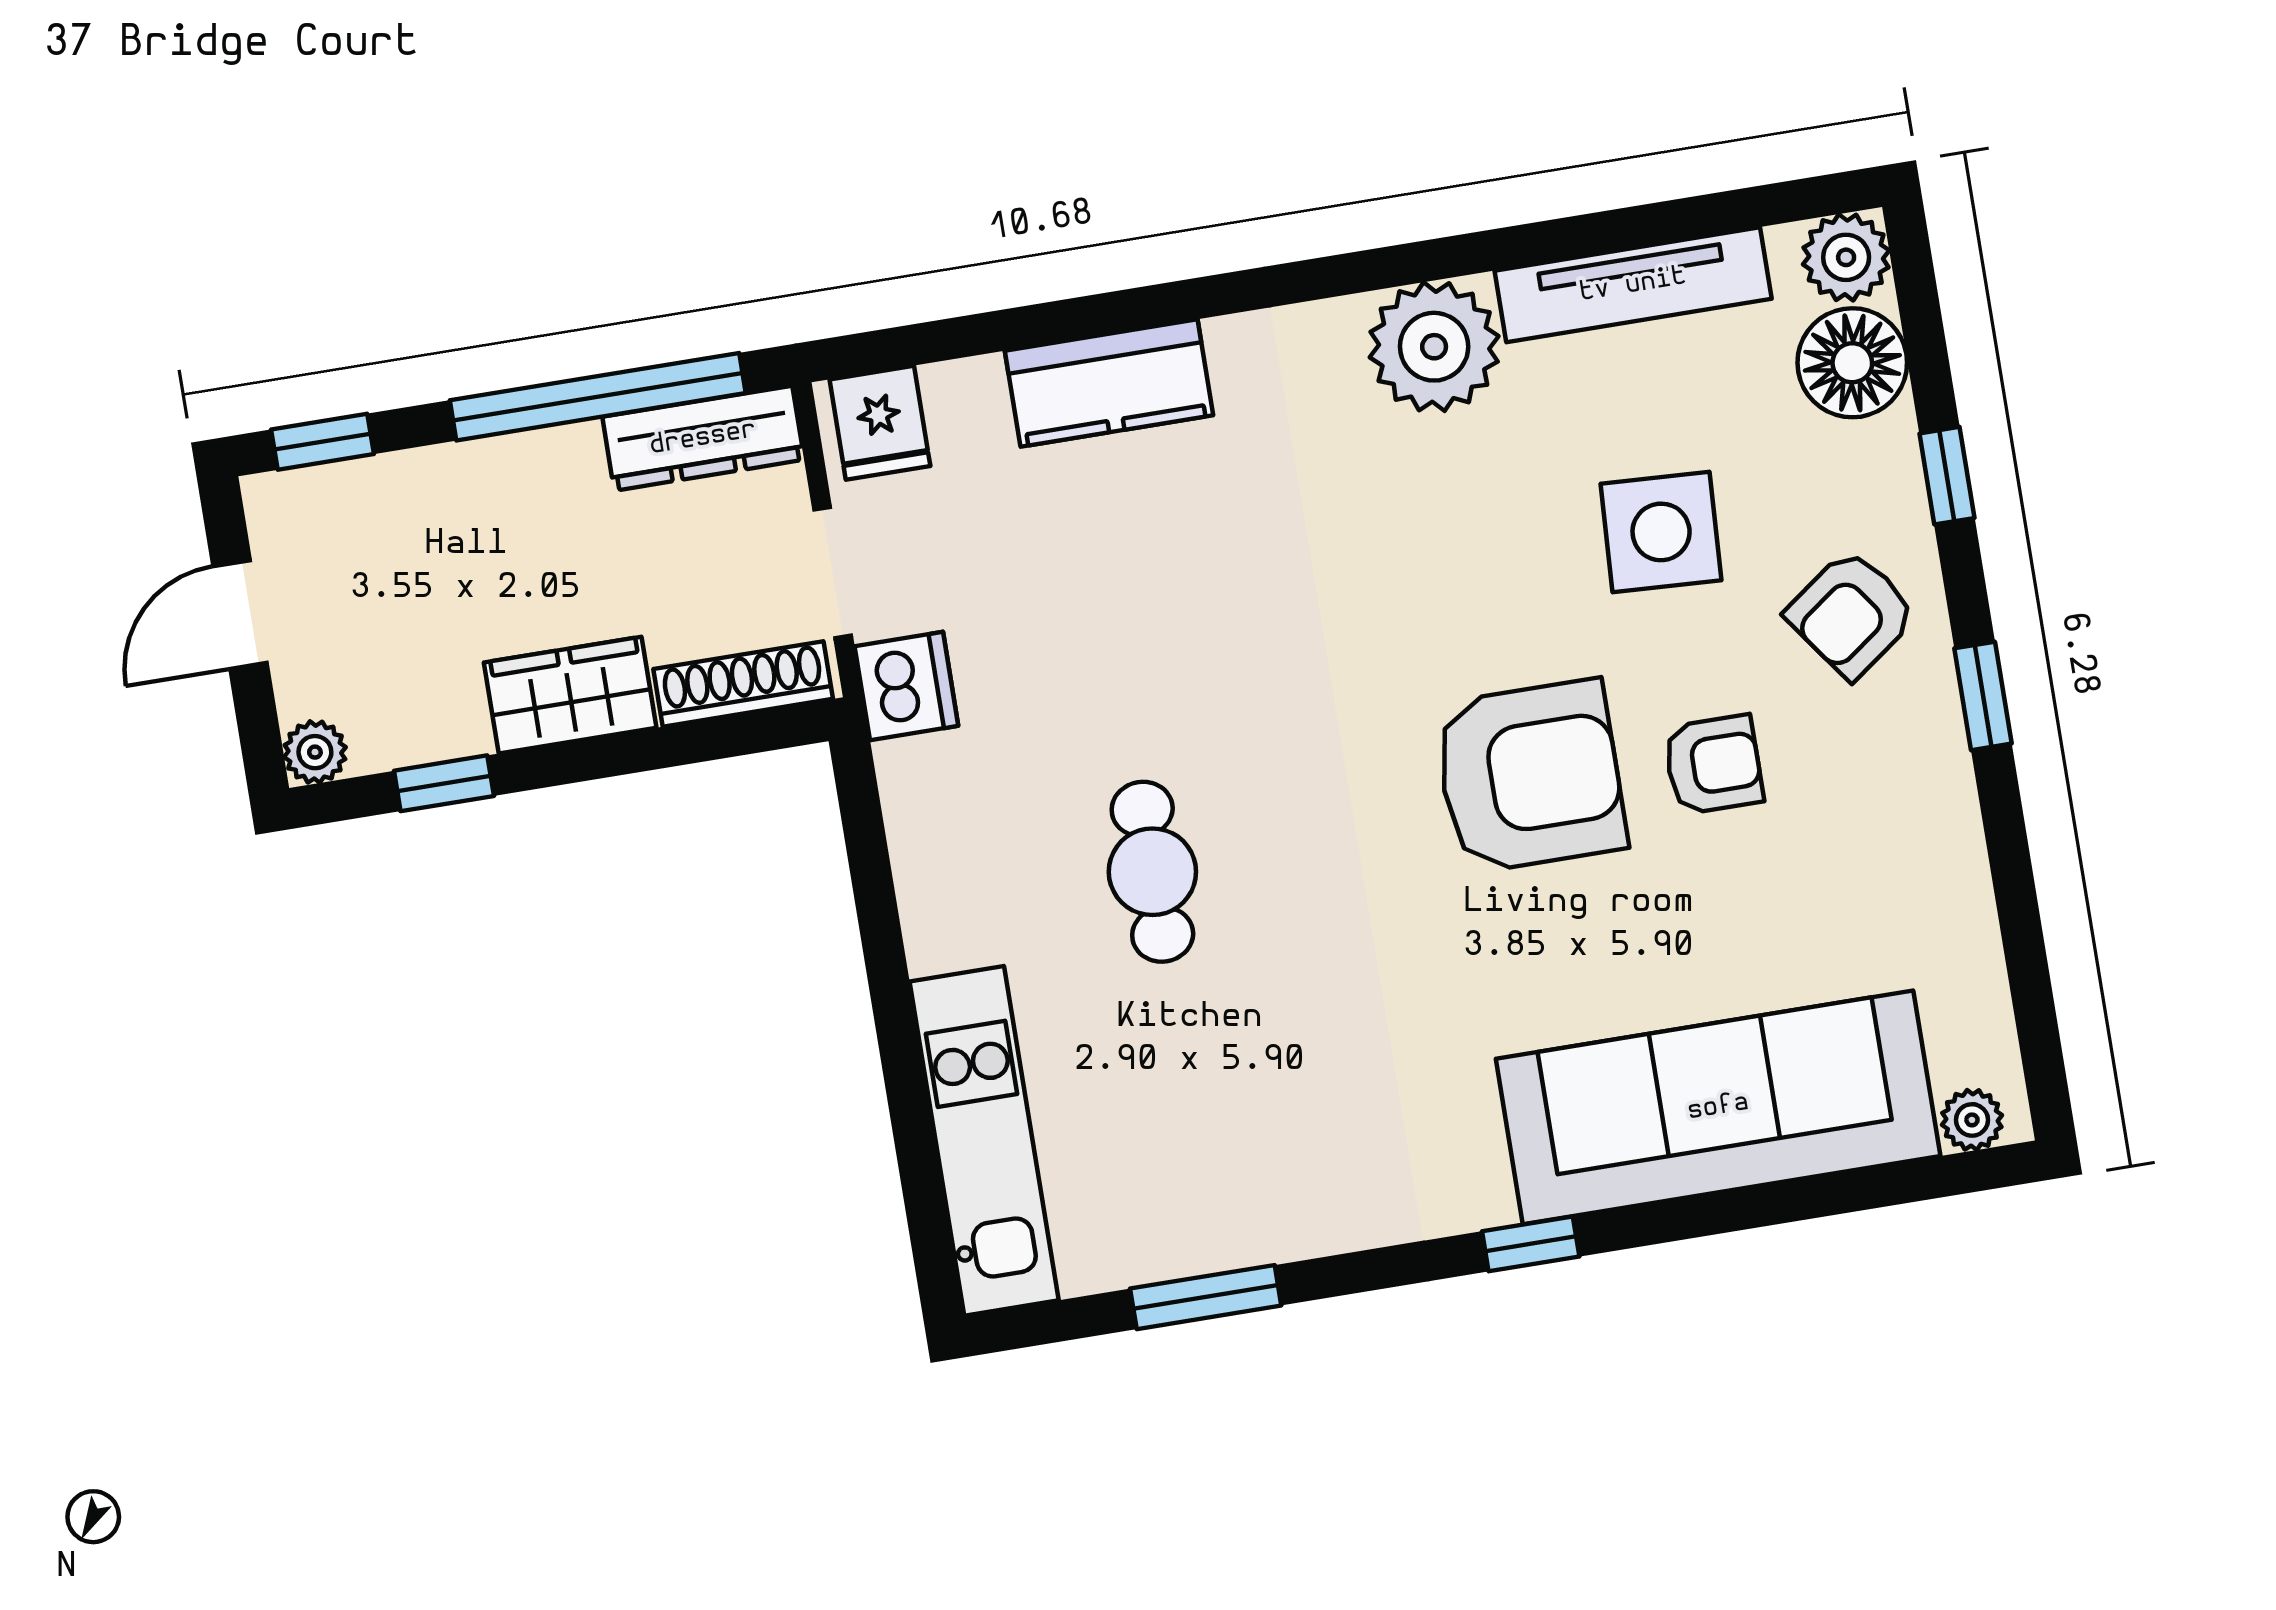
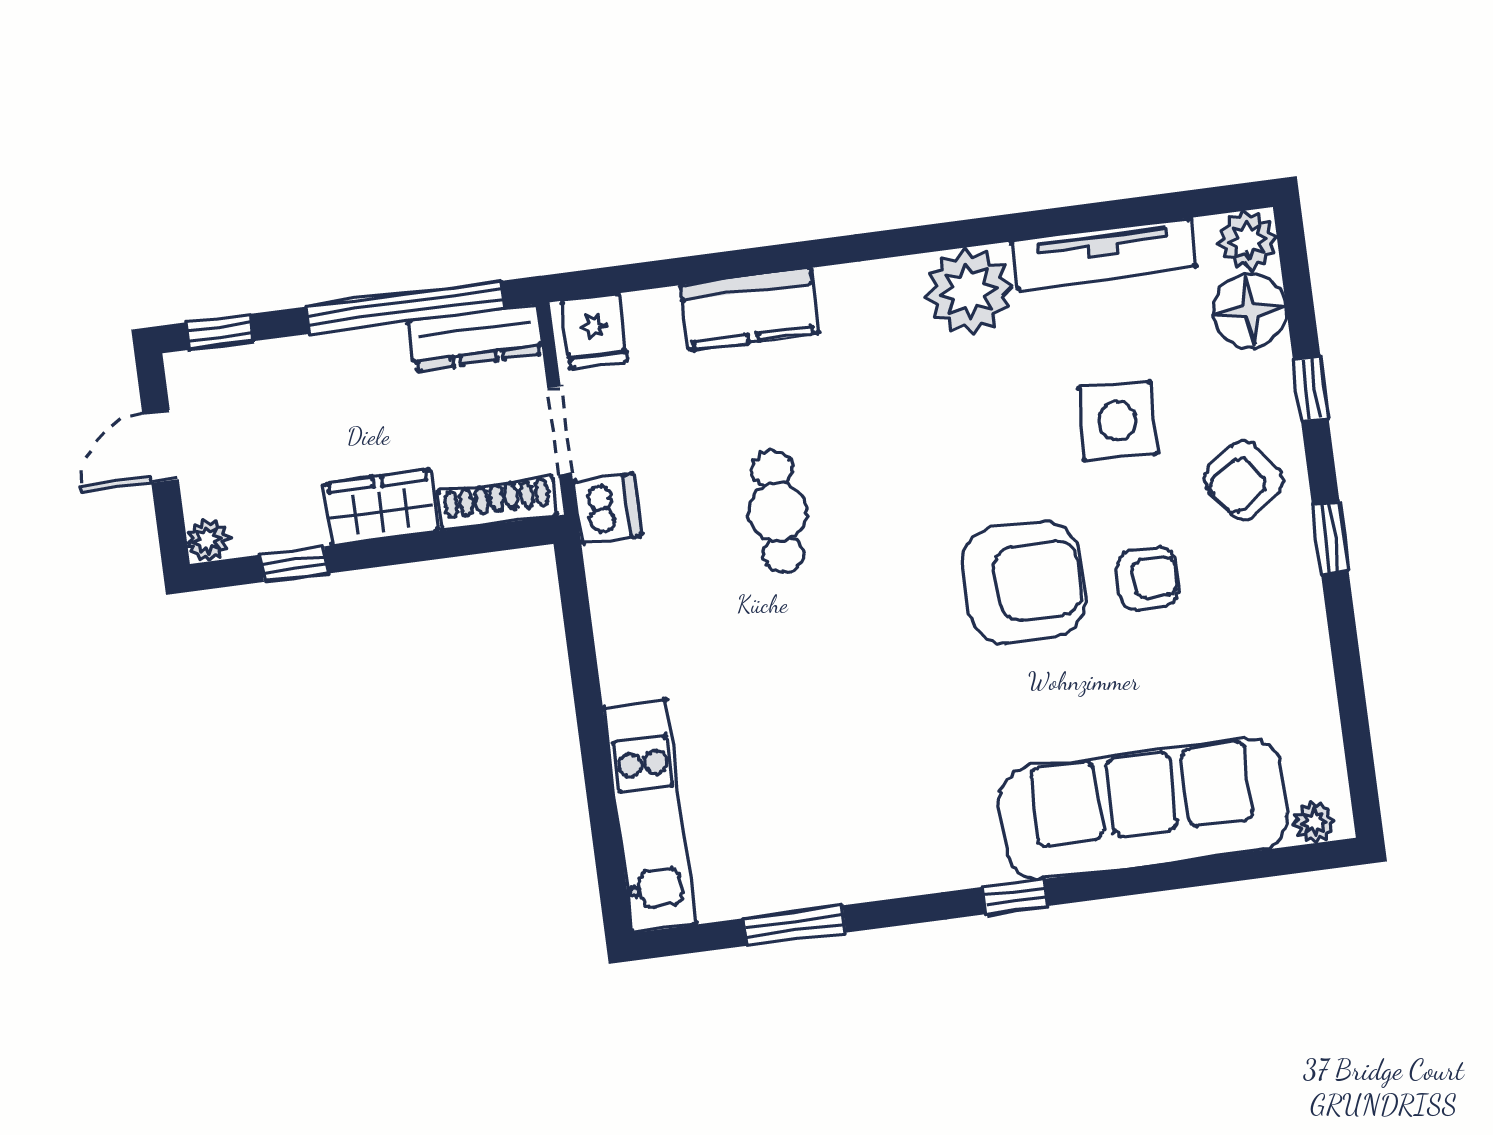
cafe table: (1152, 872) -> (778, 512), moved

